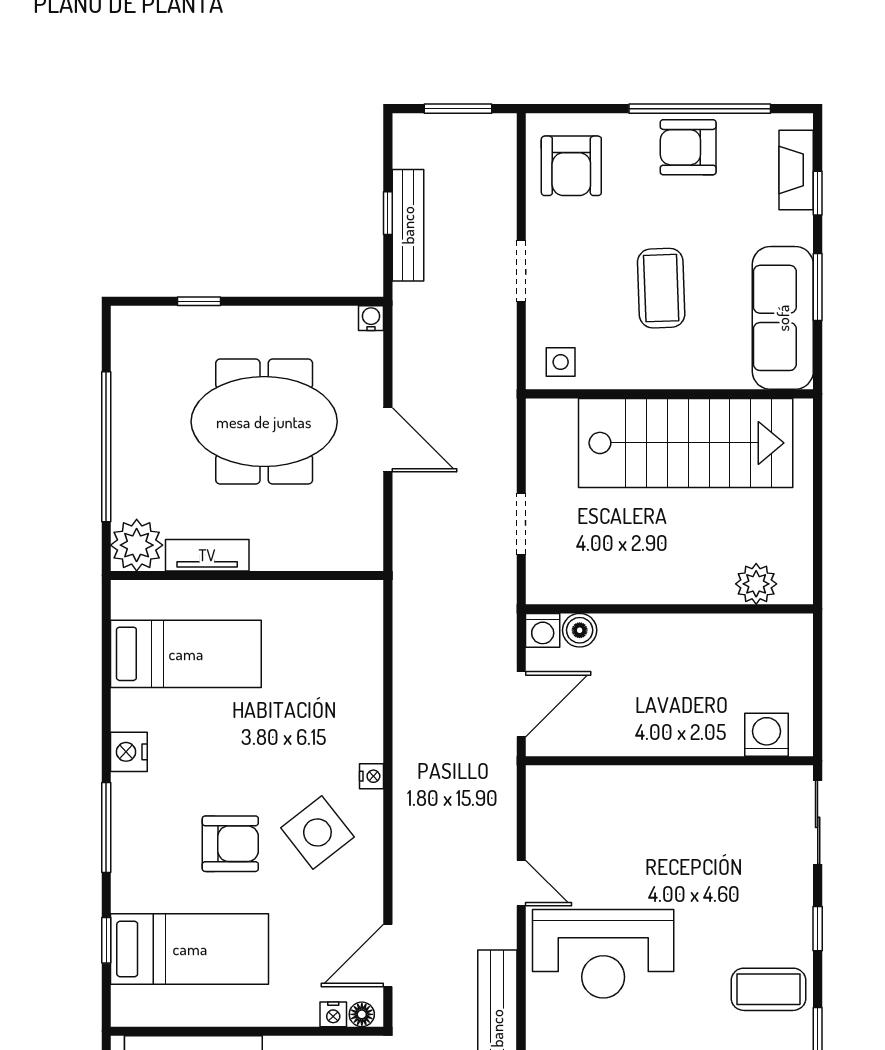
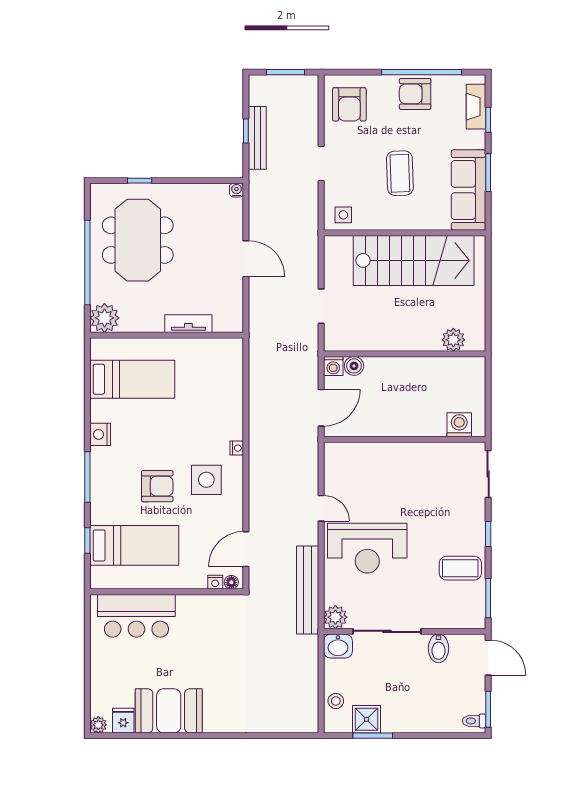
meeting table: (264, 422) -> (138, 240), moved, turned 90
tv unit: (207, 555) -> (188, 324), moved
side table: (317, 832) -> (206, 480), turned 38

